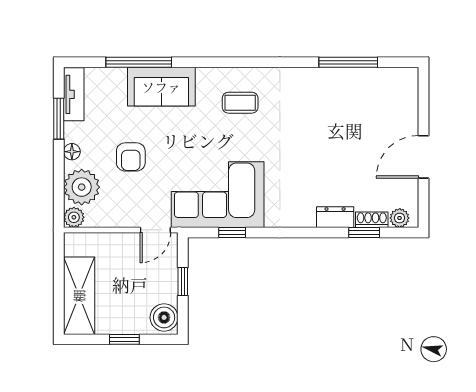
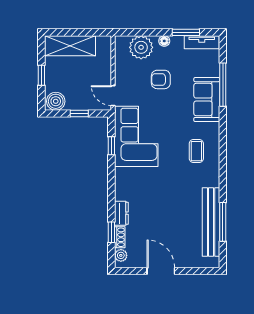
bench: (349, 80) -> (211, 222), added
plant: (74, 217) -> (121, 42), removed

